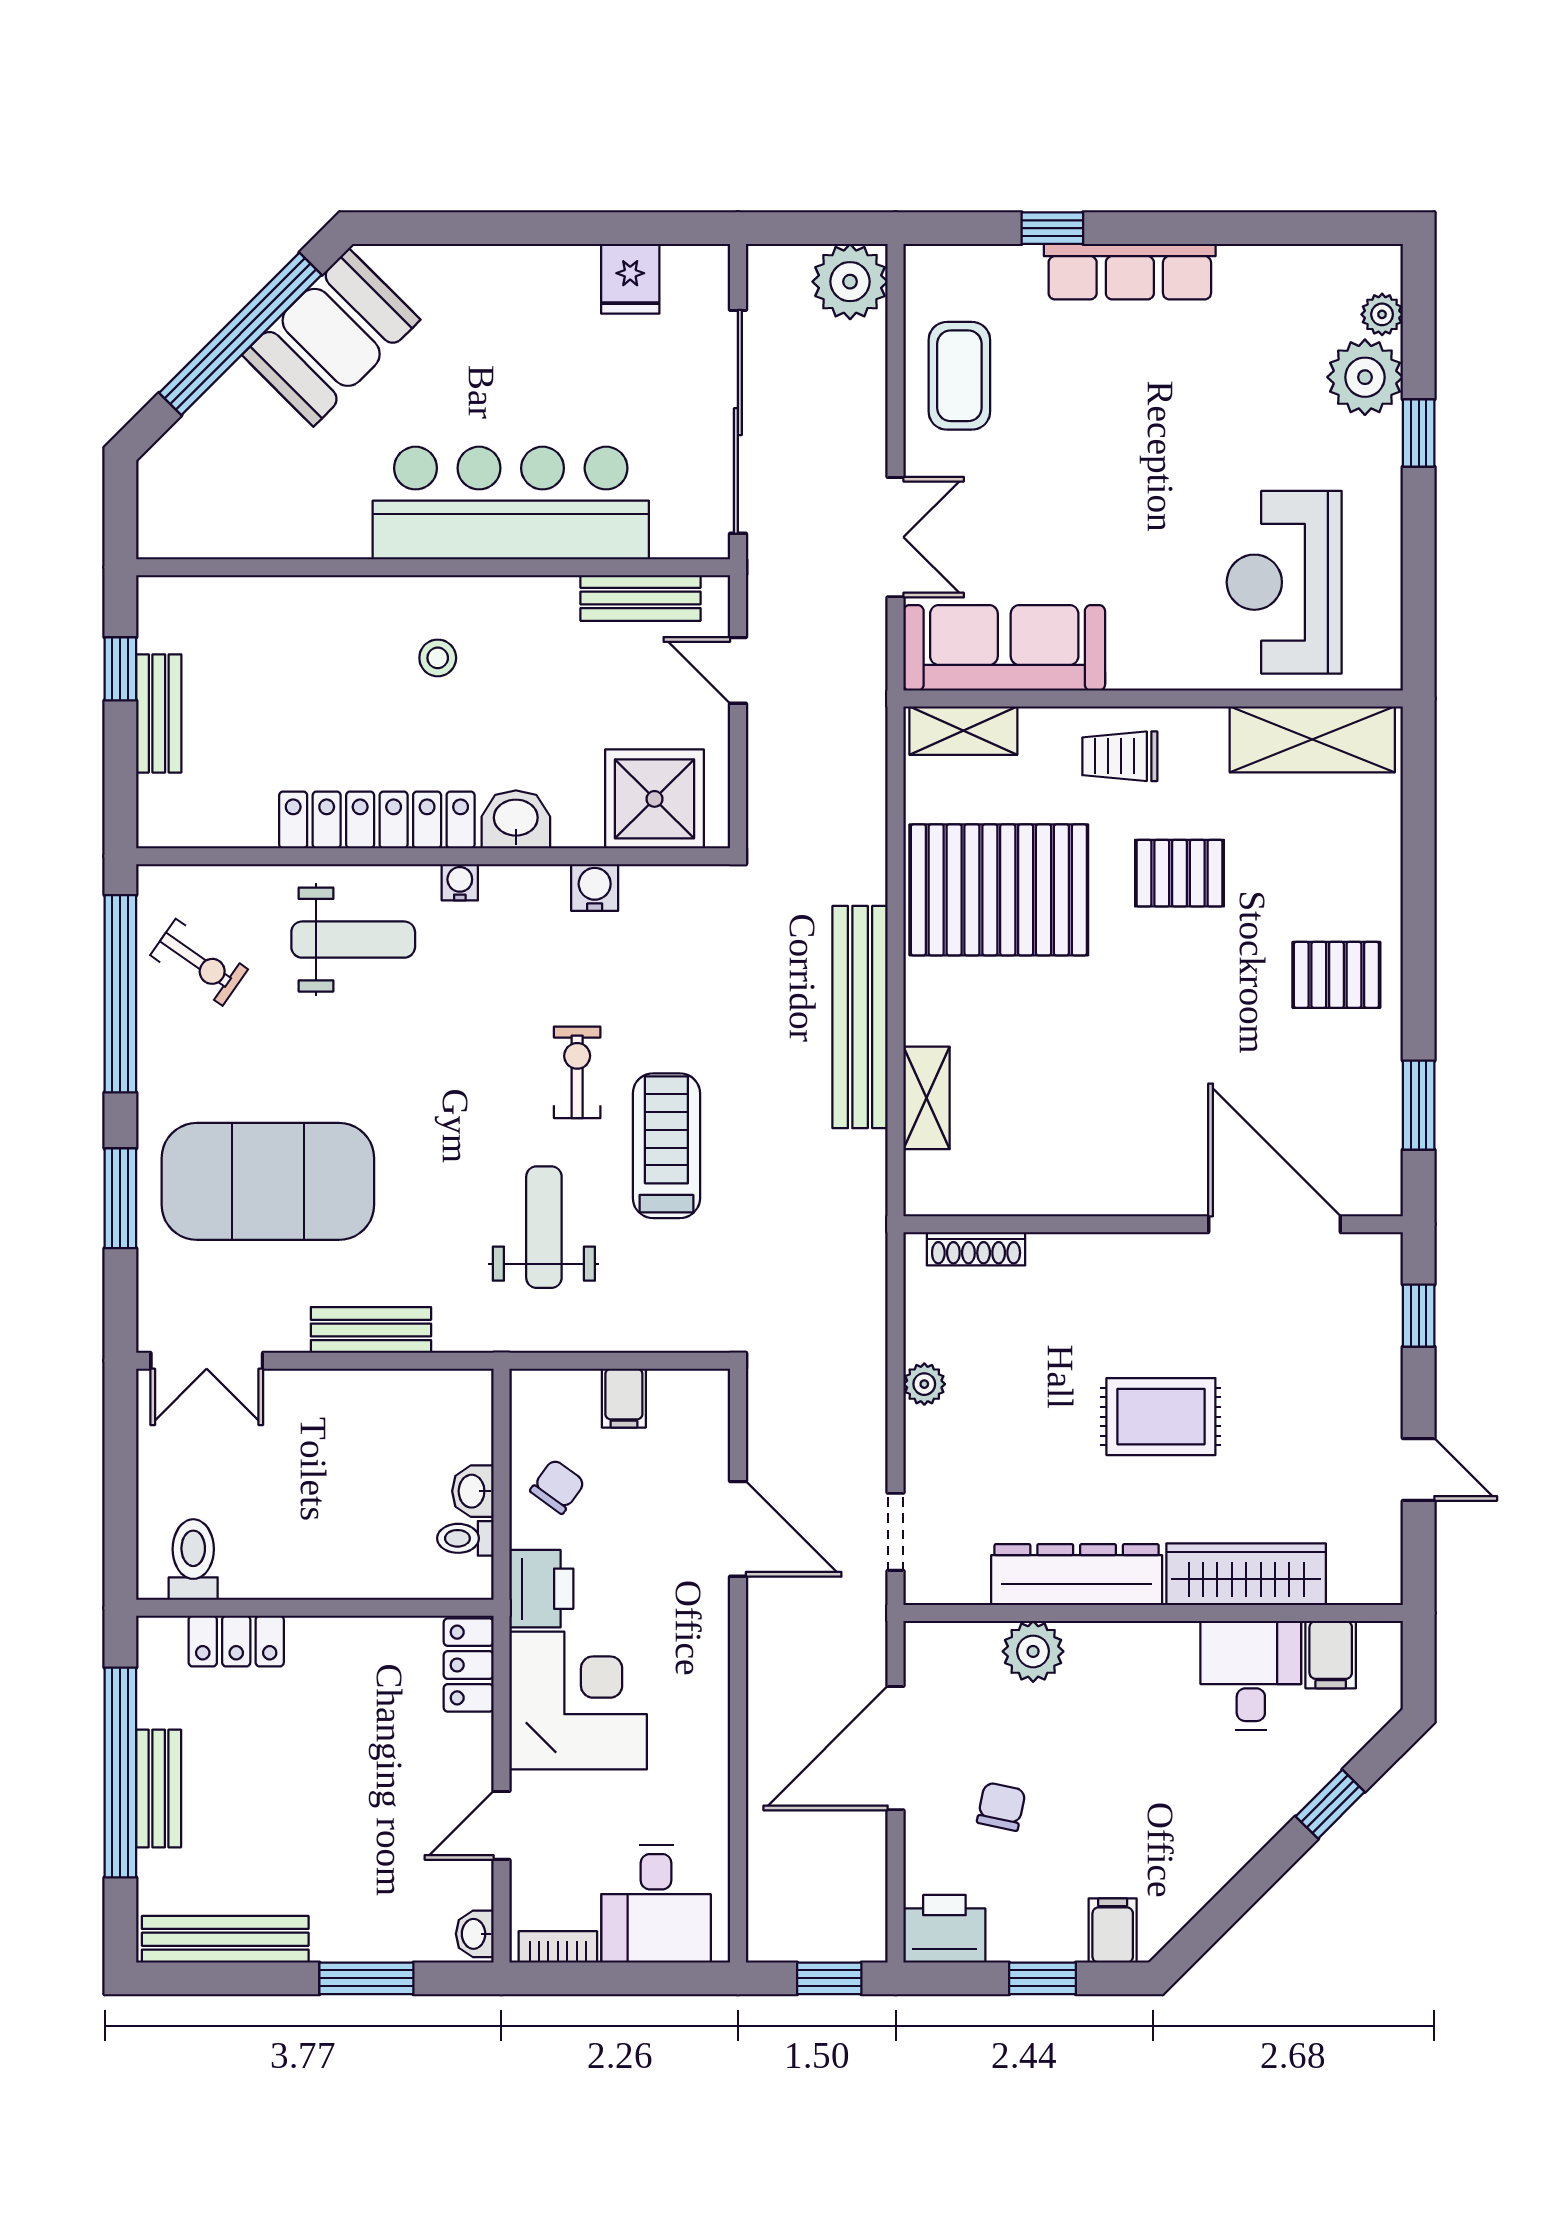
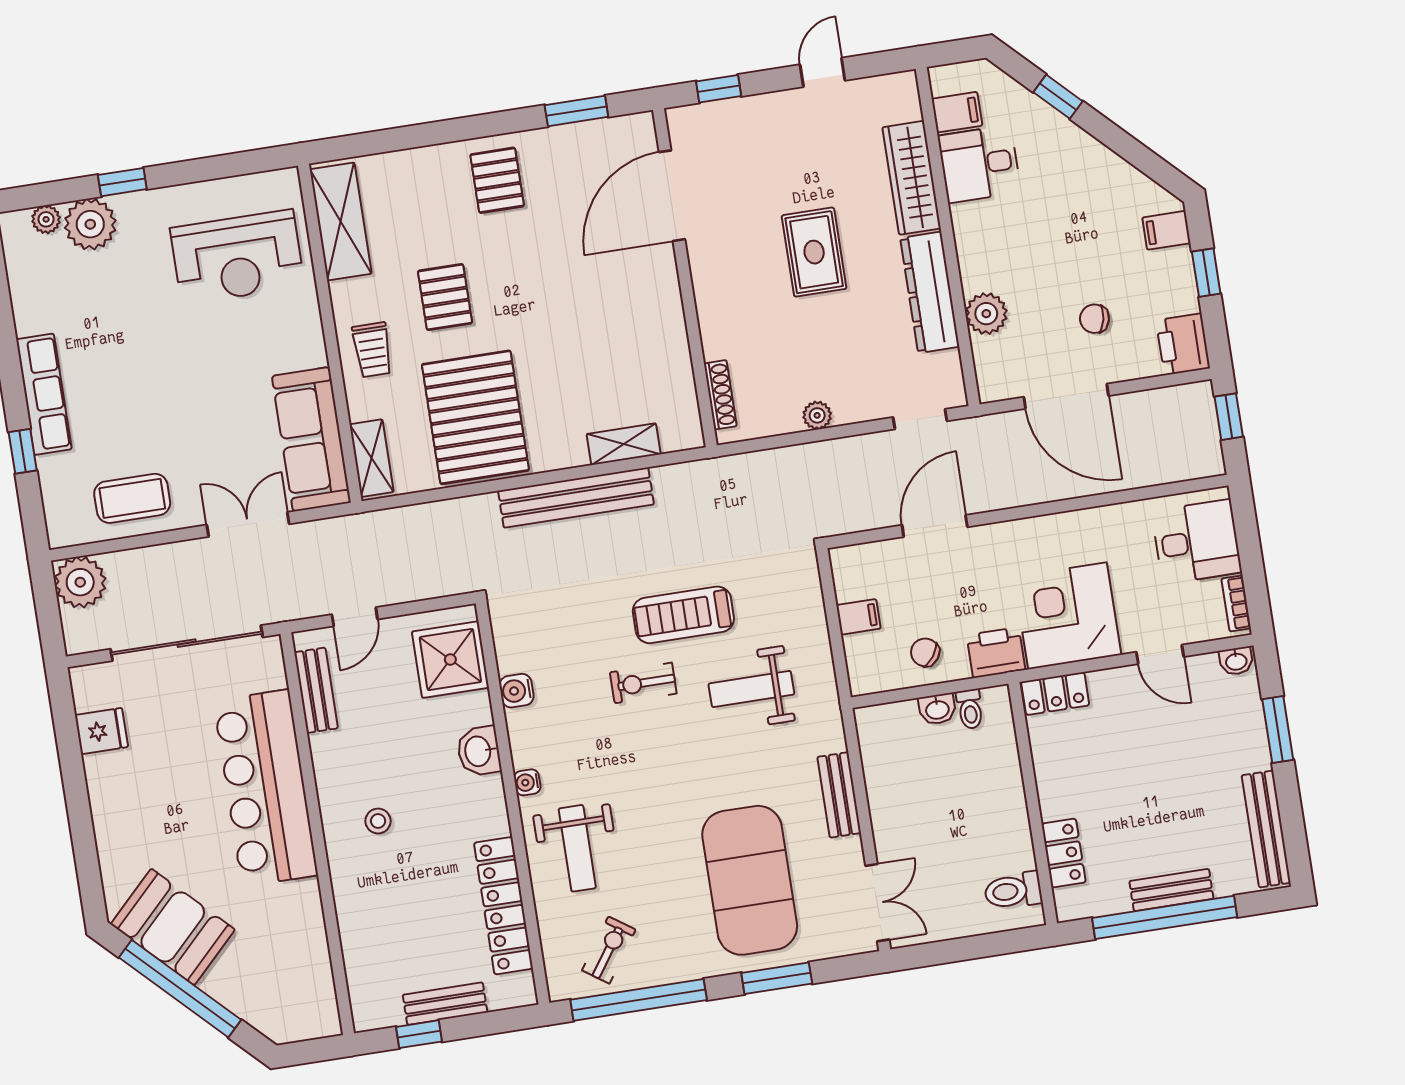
locker: (377, 820) -> (503, 906), moved
weight bench: (353, 940) -> (577, 848), turned 180

